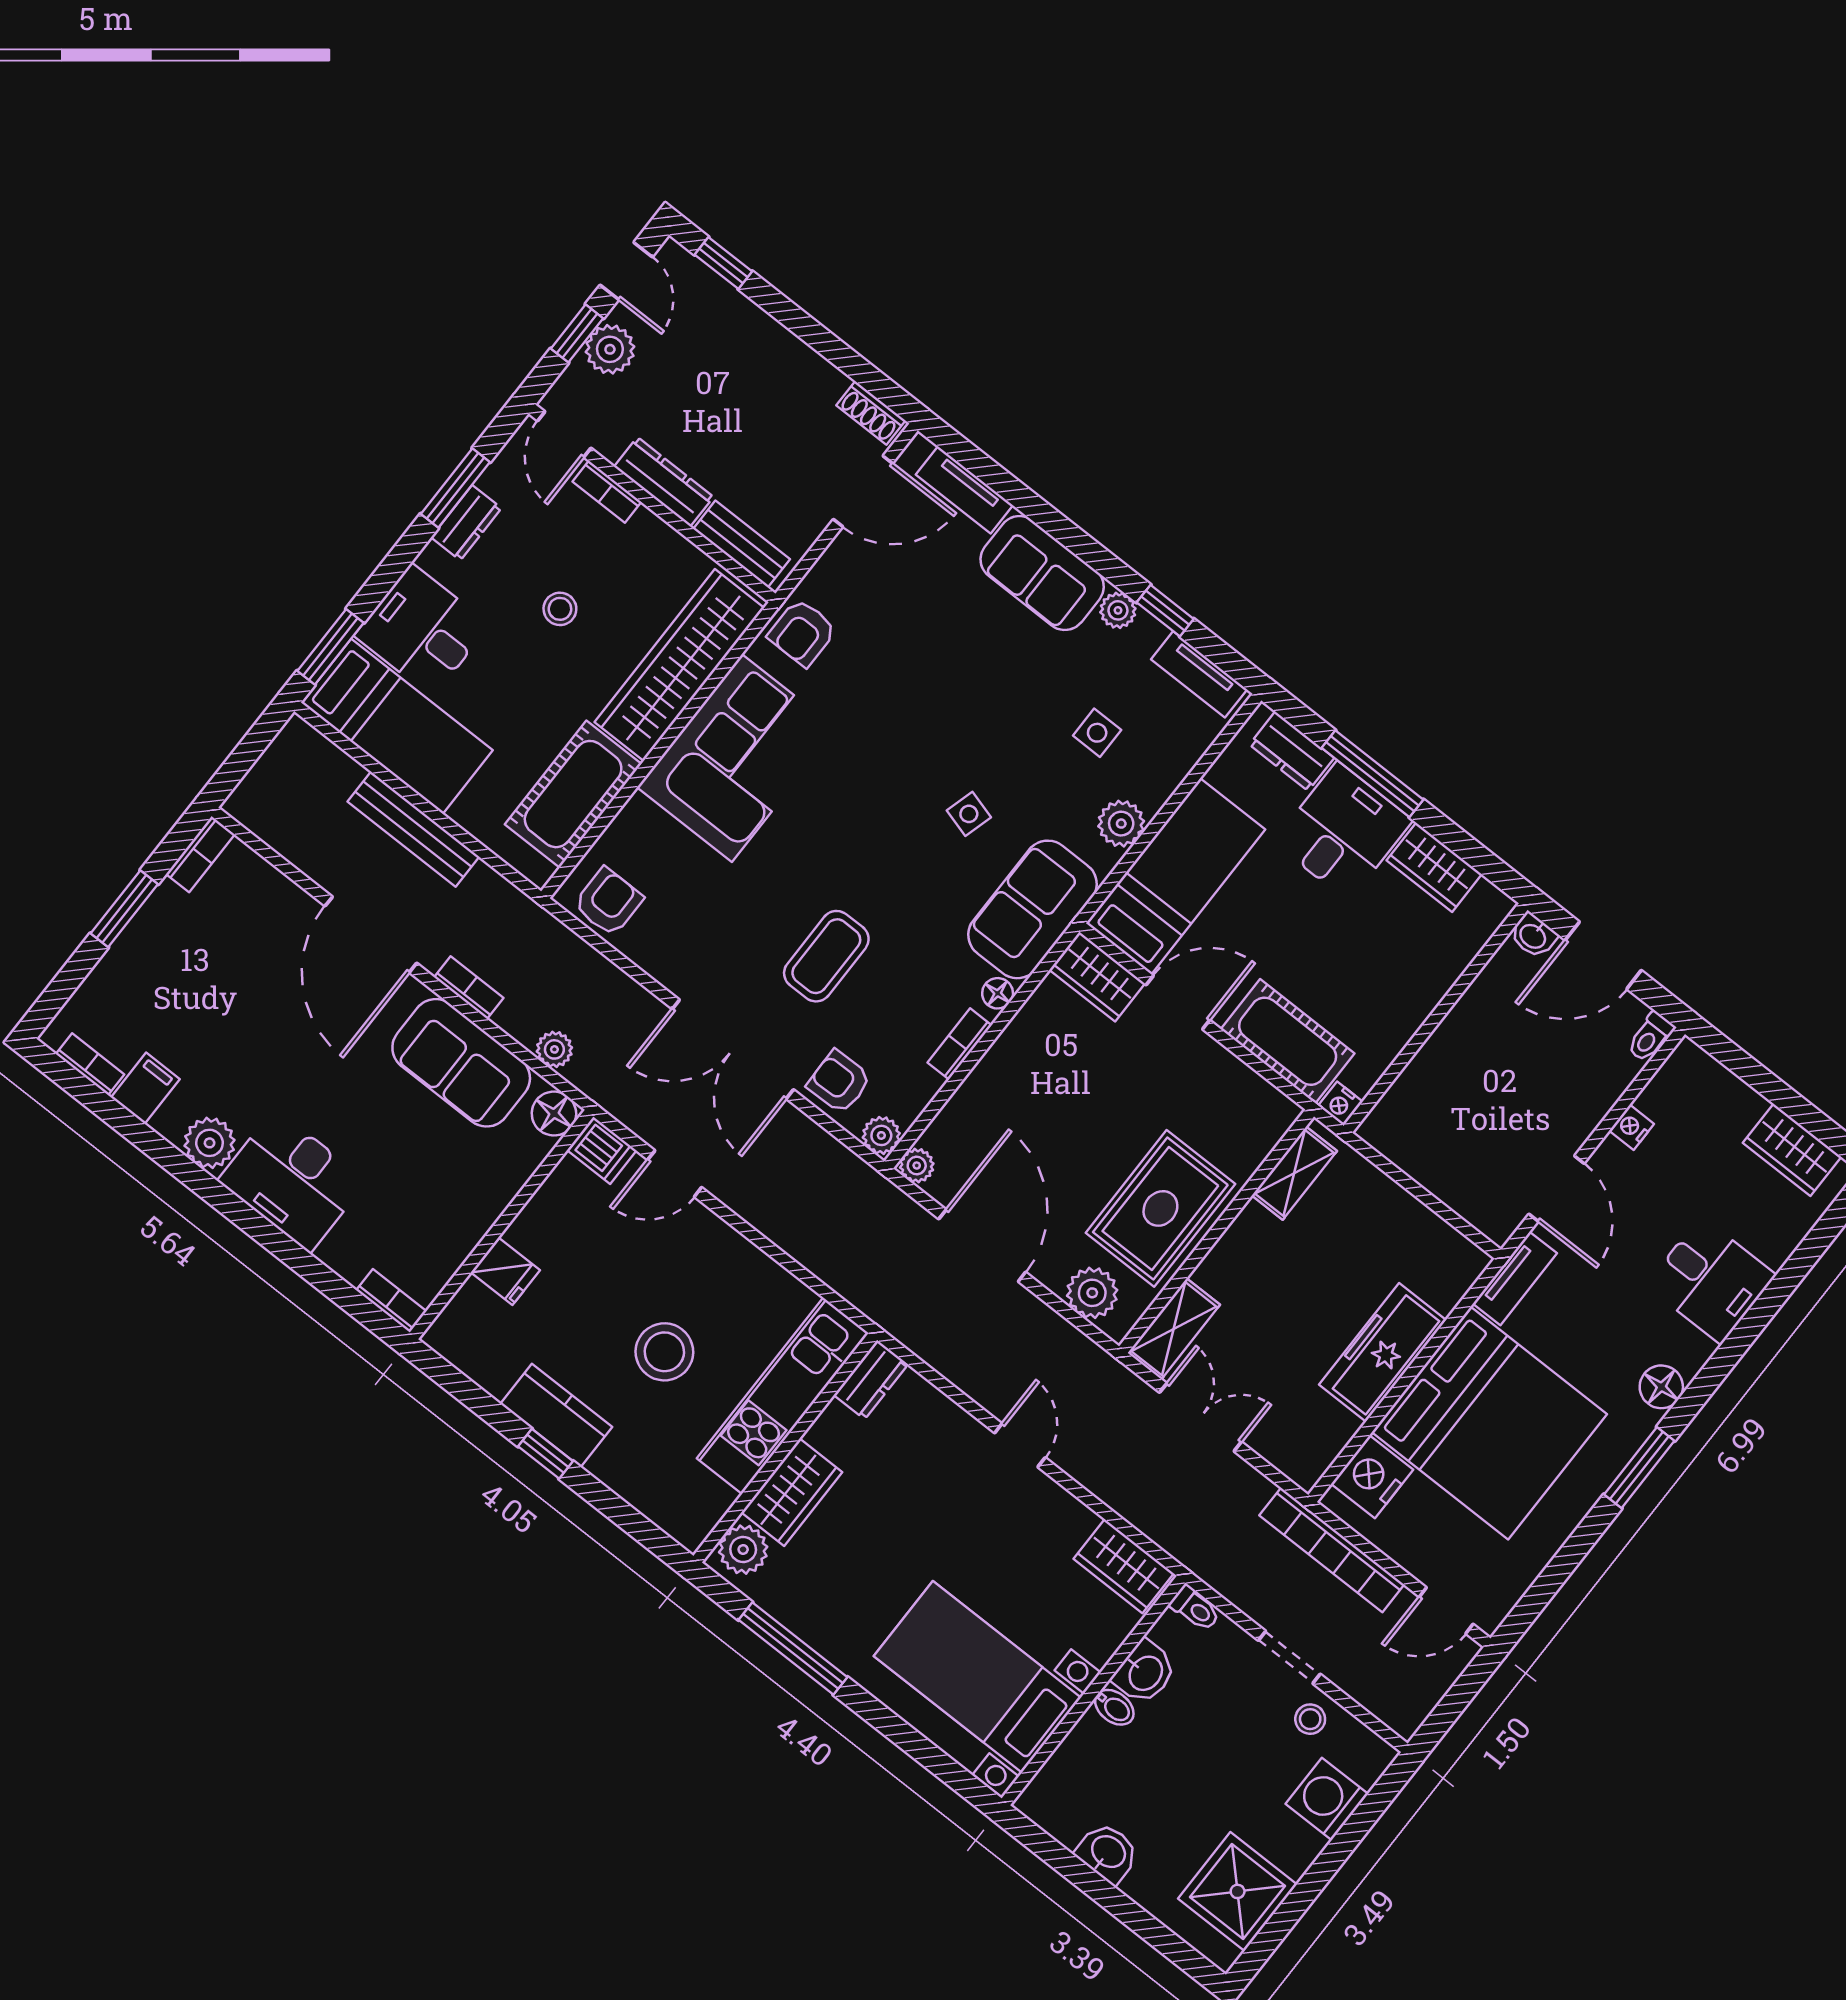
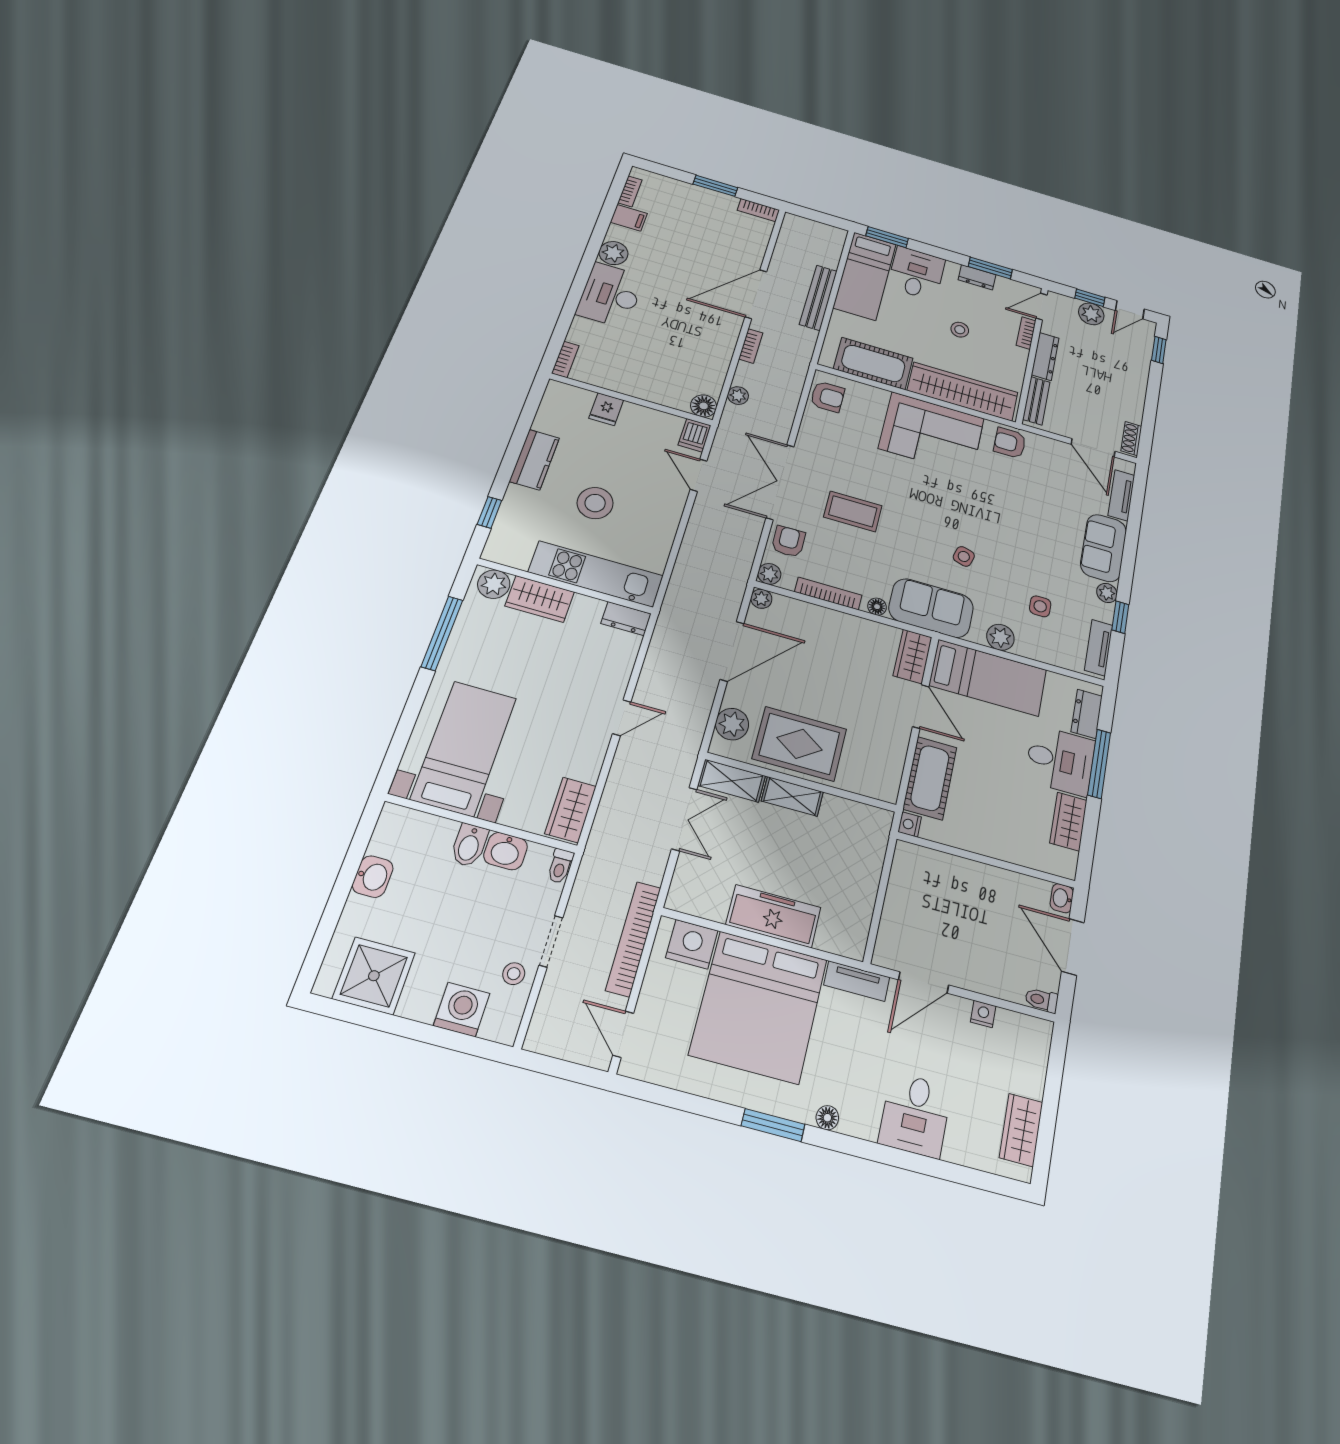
bookcase: (960, 1044) -> (828, 594), width x1.56
sofa: (461, 1063) -> (710, 354), removed
shelving: (1294, 1173) -> (792, 796), moved
floor lamp: (1661, 1387) -> (827, 1118), width x0.73, depth x0.73
window: (545, 1454) -> (489, 512), moved
bidet: (1114, 1707) -> (469, 845), width x1.38, depth x1.36

